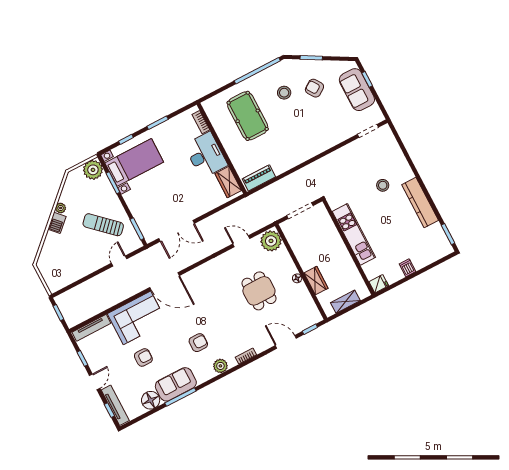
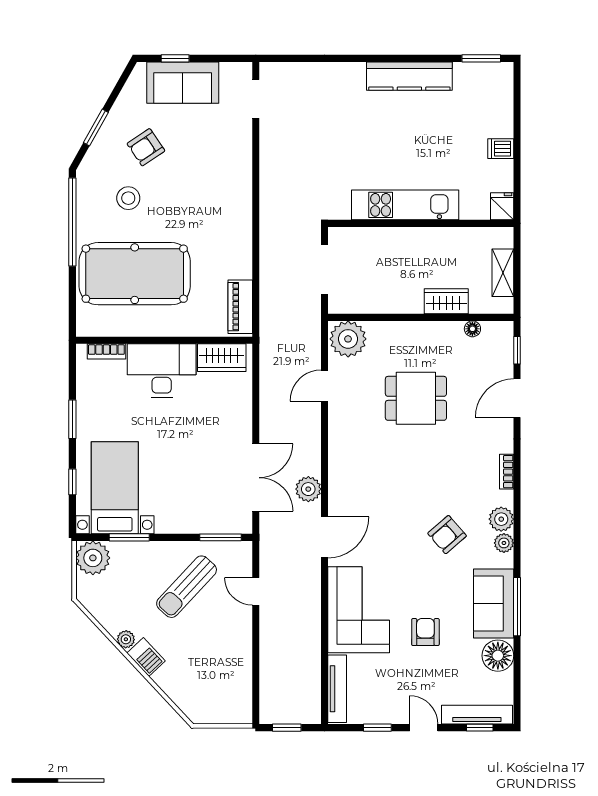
pool table: (248, 116) -> (135, 274), width x1.36, depth x1.32
stool: (383, 185) -> (352, 120), removed
plant: (185, 260) -> (308, 489), added
floor lamp: (297, 278) -> (472, 329), moved
door: (165, 281) -> (324, 537), width x0.73
armchair: (198, 343) -> (447, 535), turned -131
plant: (209, 374) -> (504, 543), added

